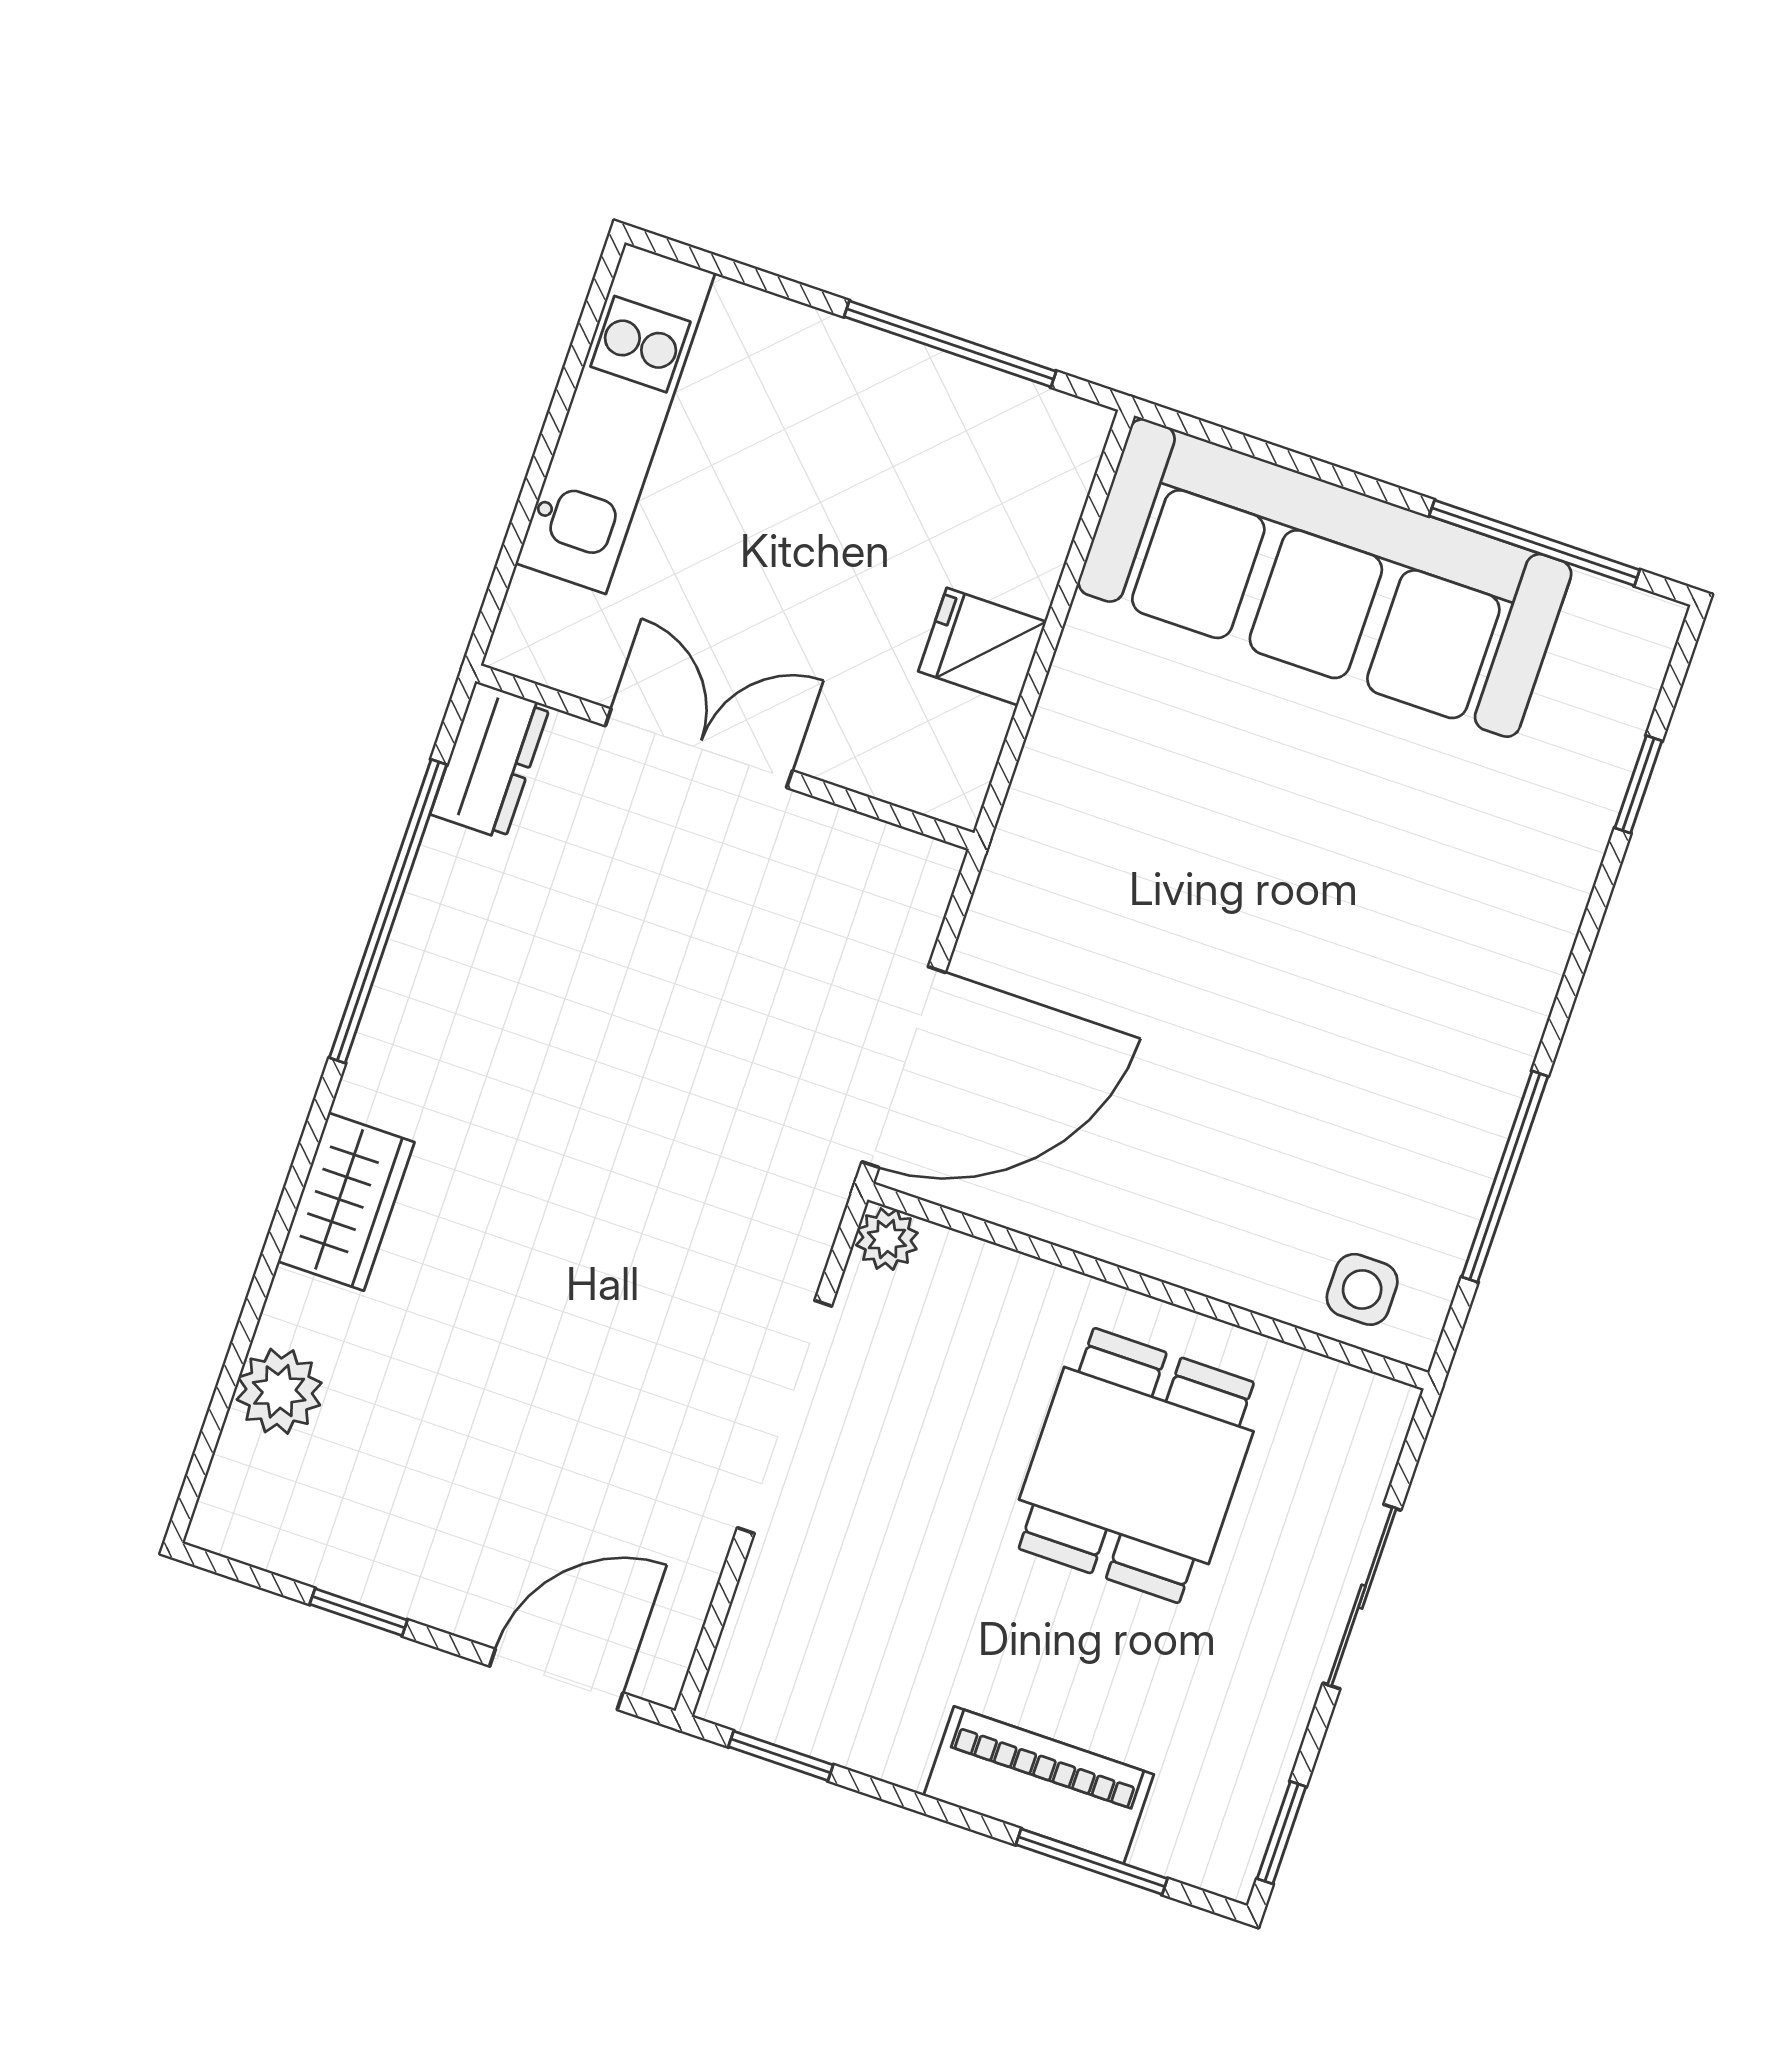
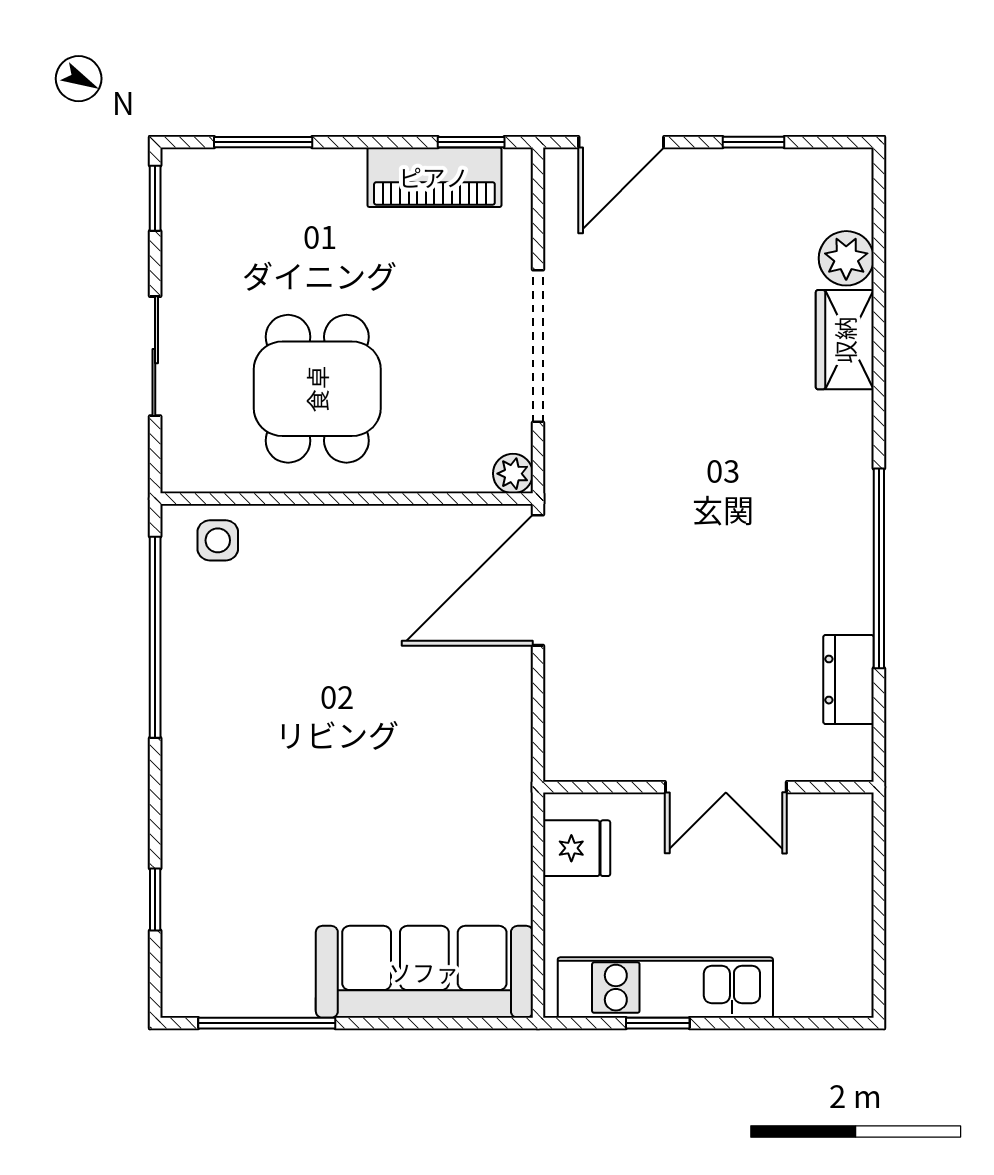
window: (950, 344) -> (658, 1023), width x0.46
kitchen unit: (615, 418) -> (665, 988), moved, turned 90
sofa: (1325, 578) -> (424, 972), width x0.74, depth x0.79
double door: (699, 748) -> (726, 787), moved
wall: (725, 757) -> (708, 787), moved
window: (1505, 1177) -> (155, 637), width x1.46
wardrobe: (346, 1202) -> (845, 340), moved
piano: (1039, 1785) -> (434, 177), moved

